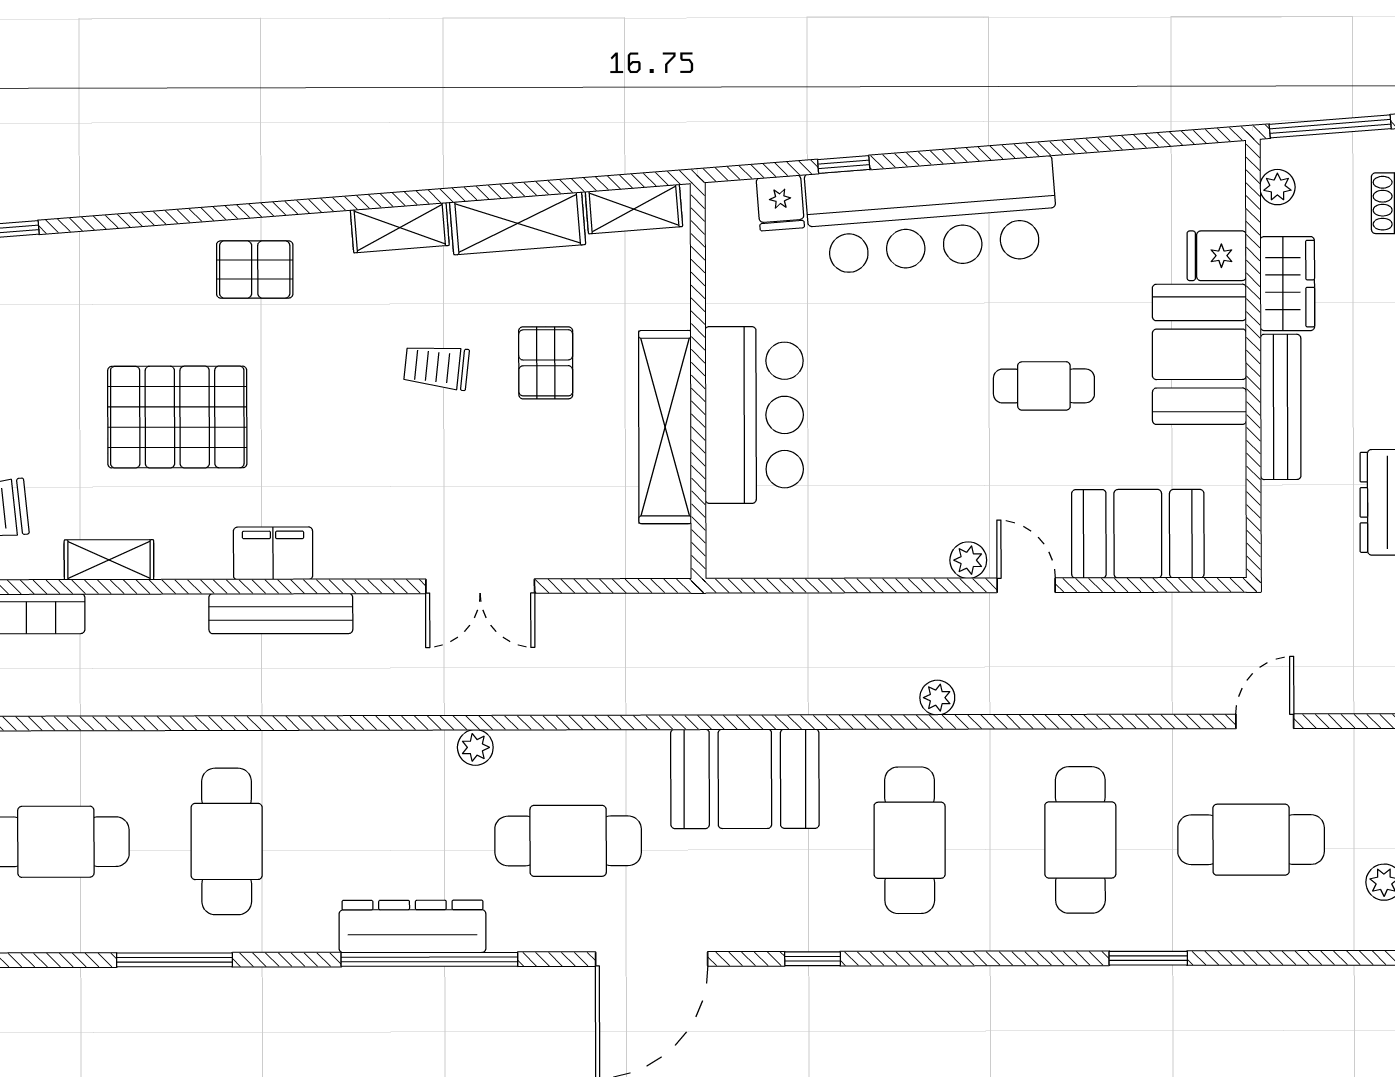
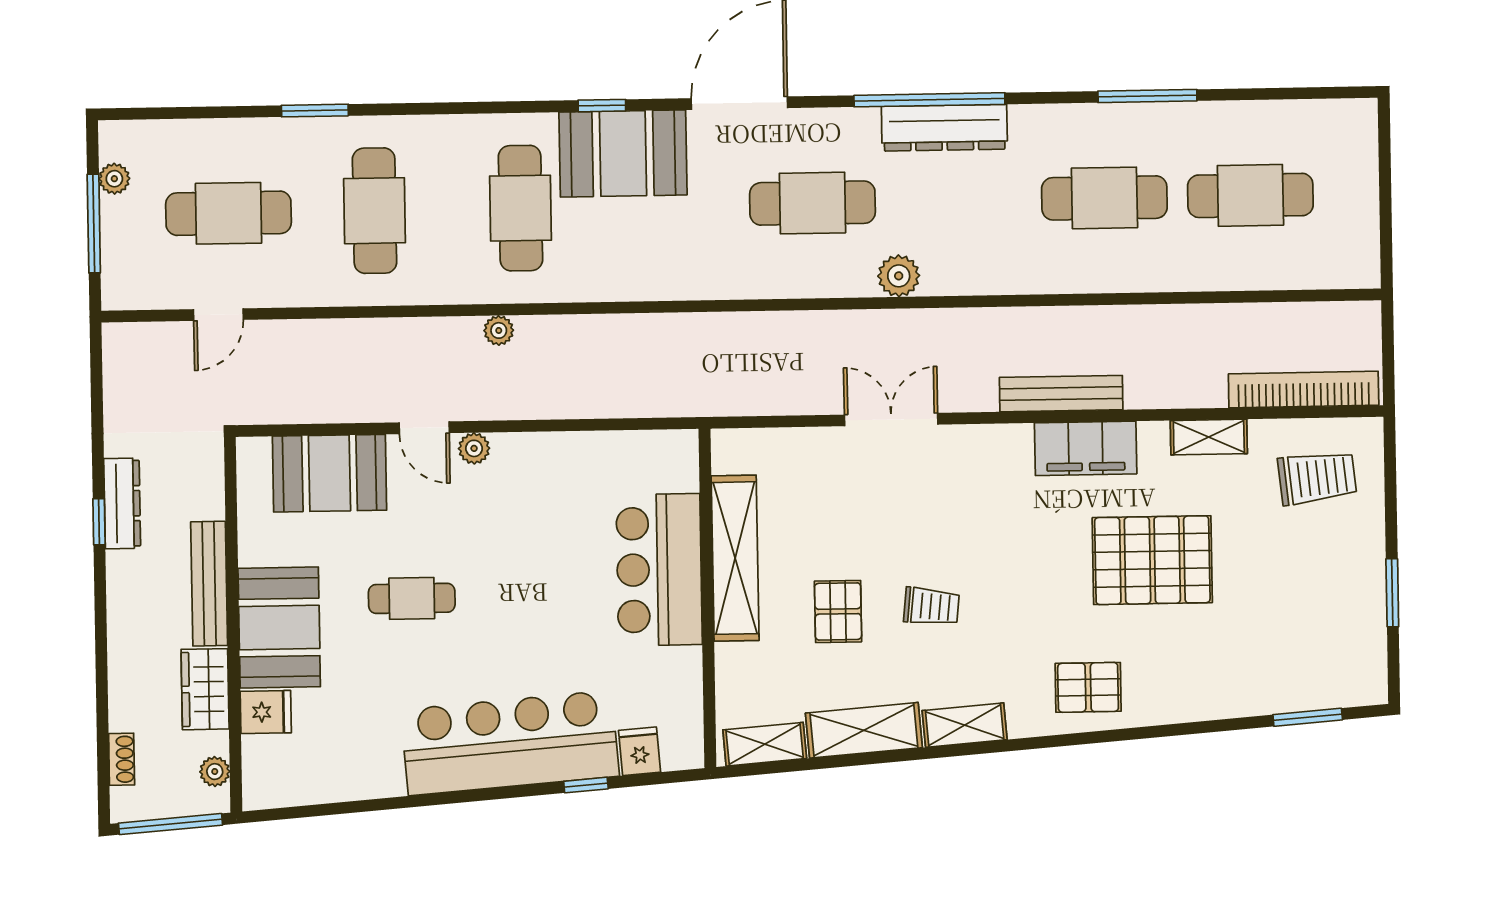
filing cabinet: (273, 553) -> (1086, 448), width x1.50, depth x1.17
plant: (475, 747) -> (899, 276), width x1.38, depth x1.38
booth: (745, 779) -> (623, 154), moved
cafe table: (227, 841) -> (1104, 198), turned 90

